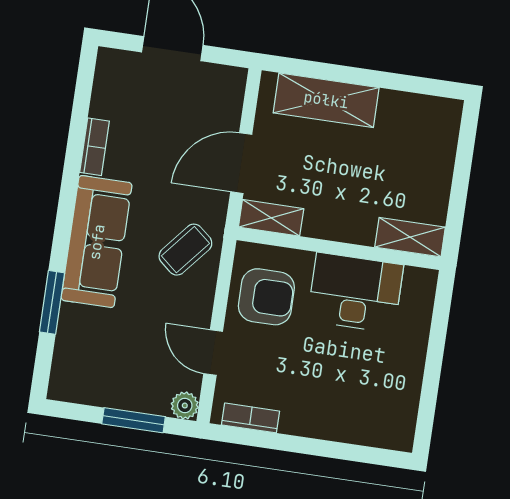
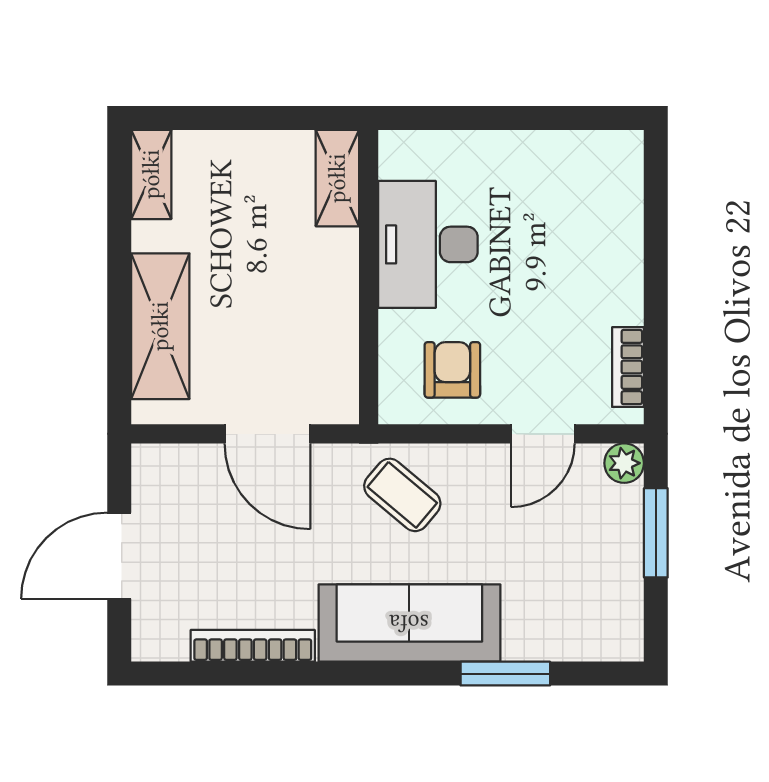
bookcase: (95, 147) -> (253, 646), width x1.56
shelving: (271, 218) -> (151, 174), moved
armchair: (266, 297) -> (452, 370), width x0.72, depth x0.72

